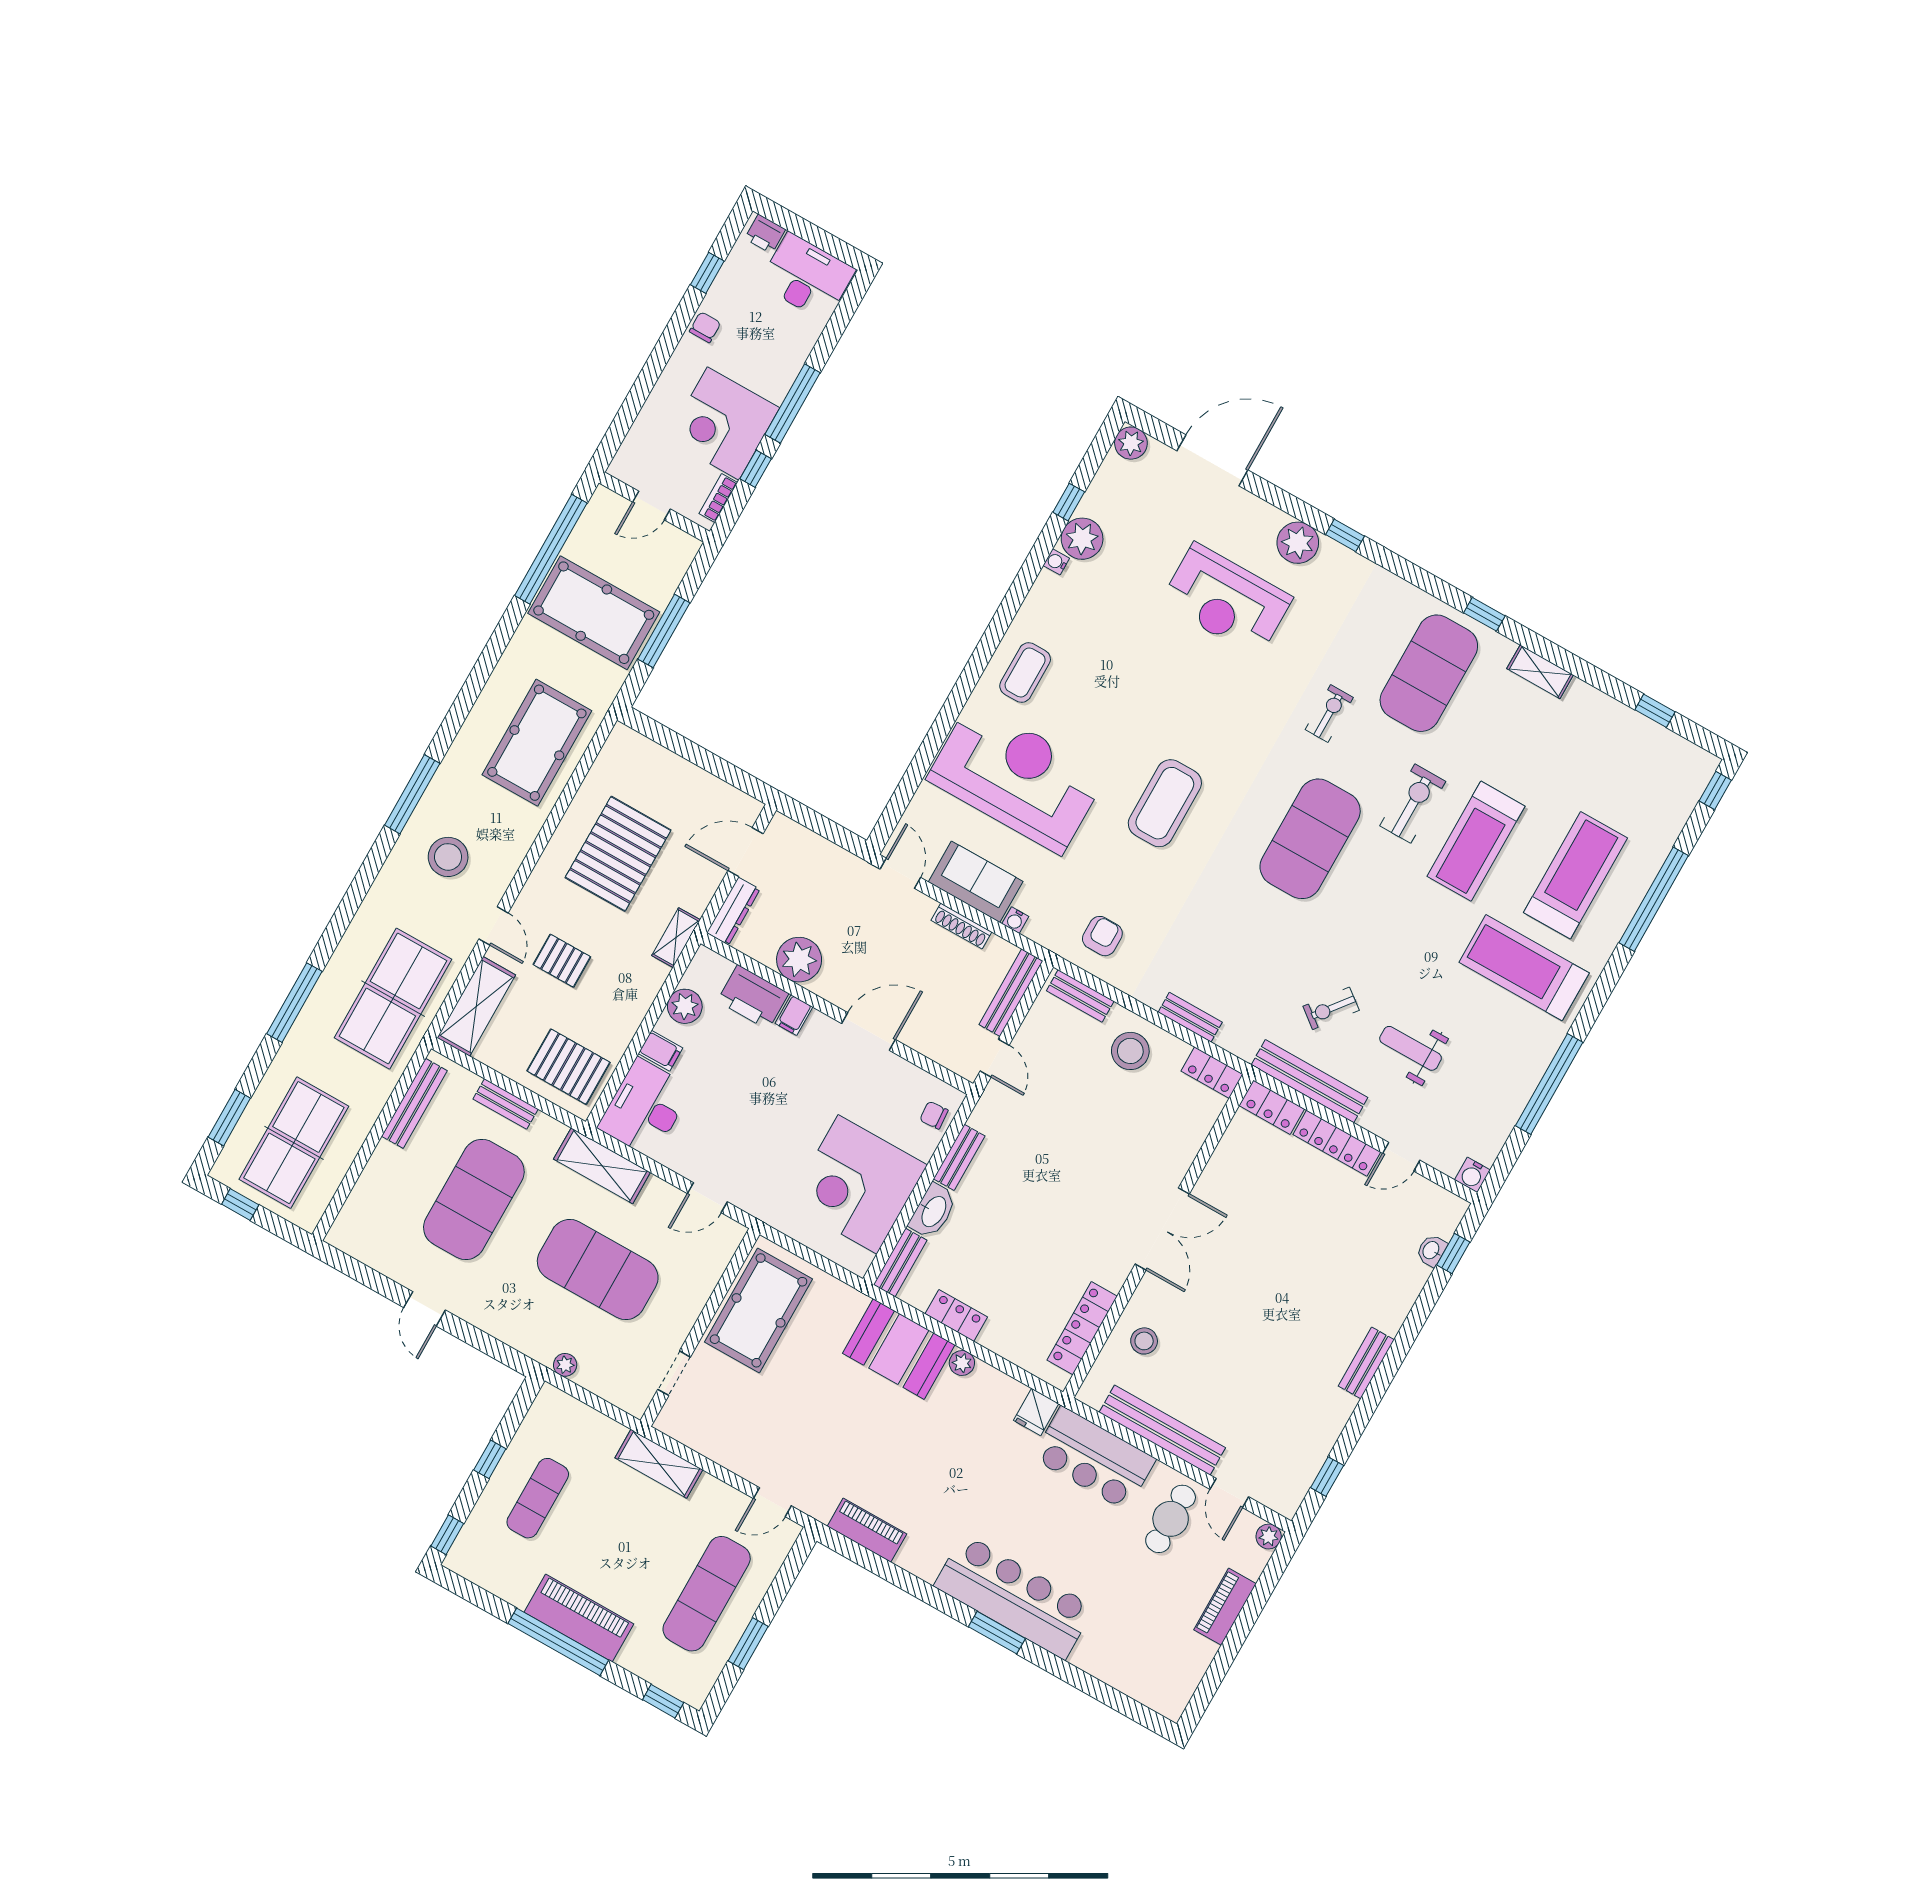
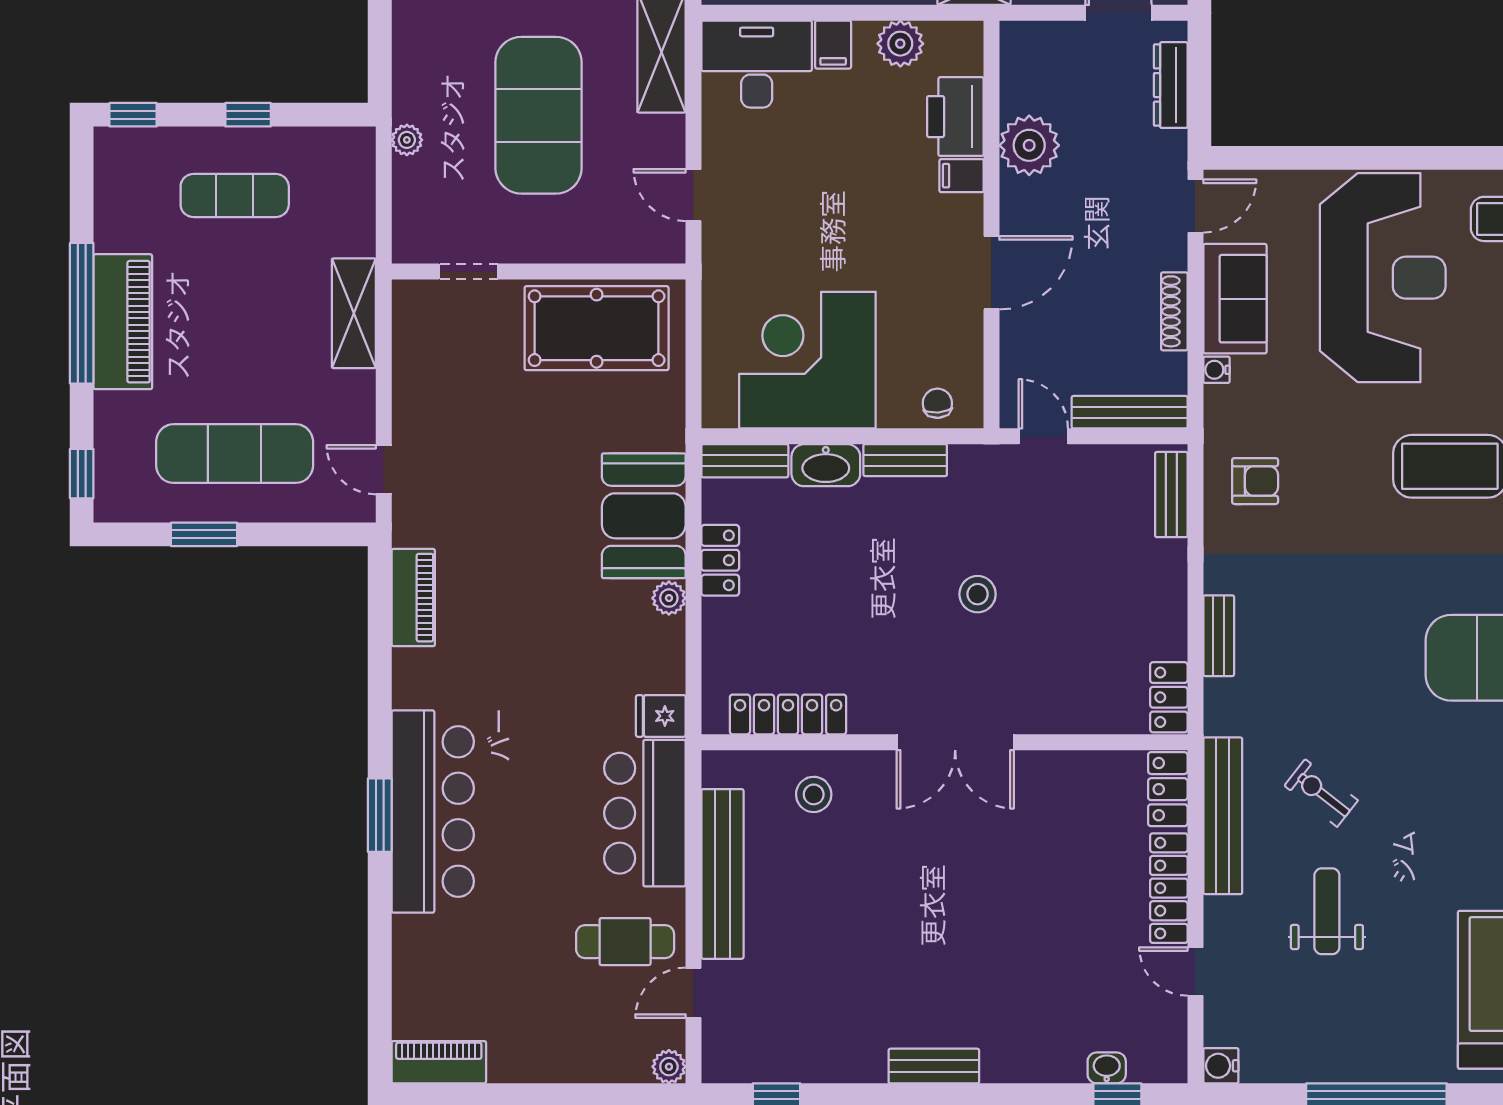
dresser: (733, 911) -> (1171, 85), moved, turned 90
door: (869, 1031) -> (991, 273), hinge flipped
stool: (1130, 1051) -> (978, 594), moved, width x0.73, depth x0.73
door: (995, 1058) -> (1043, 436), swing flipped
piano: (1225, 1607) -> (439, 1062), moved

